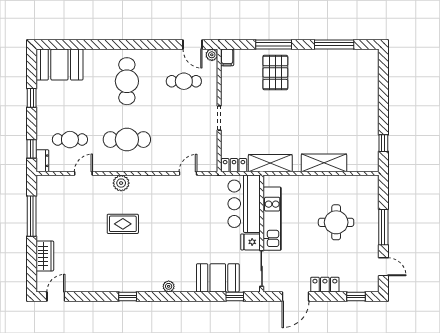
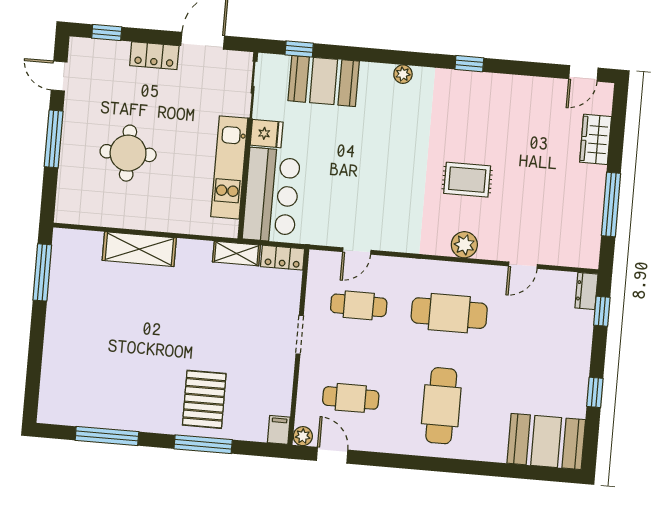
cafe table: (70, 140) -> (359, 305), moved
window: (383, 143) -> (42, 272), width x2.17
shelving: (270, 163) -> (236, 253), width x0.67, depth x0.75

